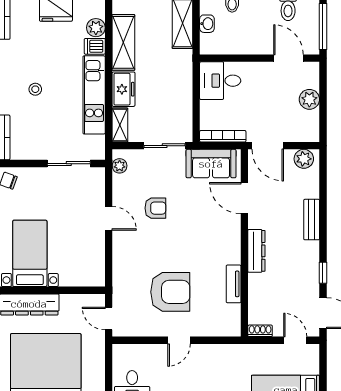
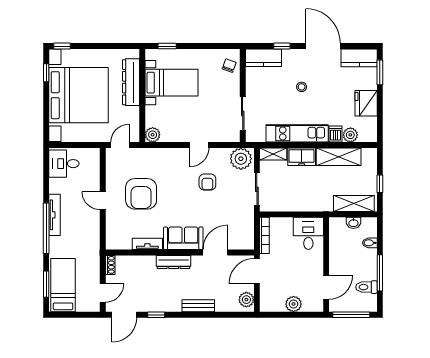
sofa: (211, 164) -> (183, 238), moved, turned 90
plant: (120, 166) -> (241, 159), width x1.88, depth x1.88
plant: (96, 277) -> (153, 135), added

